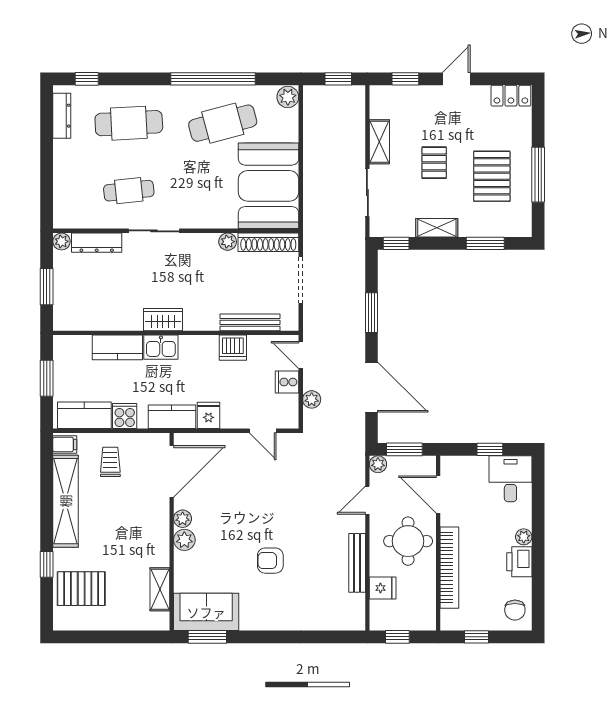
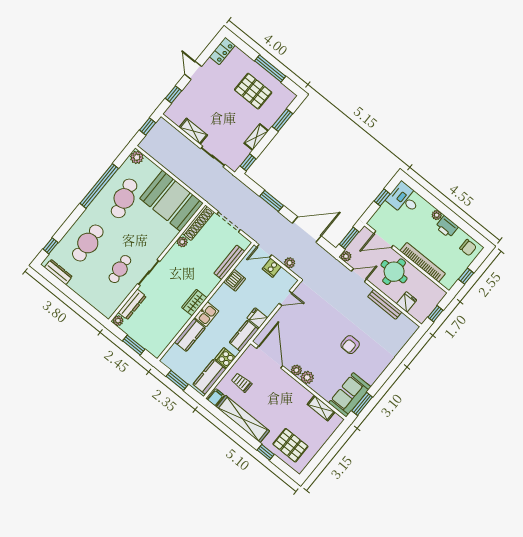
pallet: (434, 163) -> (224, 113), removed
door: (367, 500) -> (359, 275), swing flipped
pallet: (81, 589) -> (290, 445), turned 90

